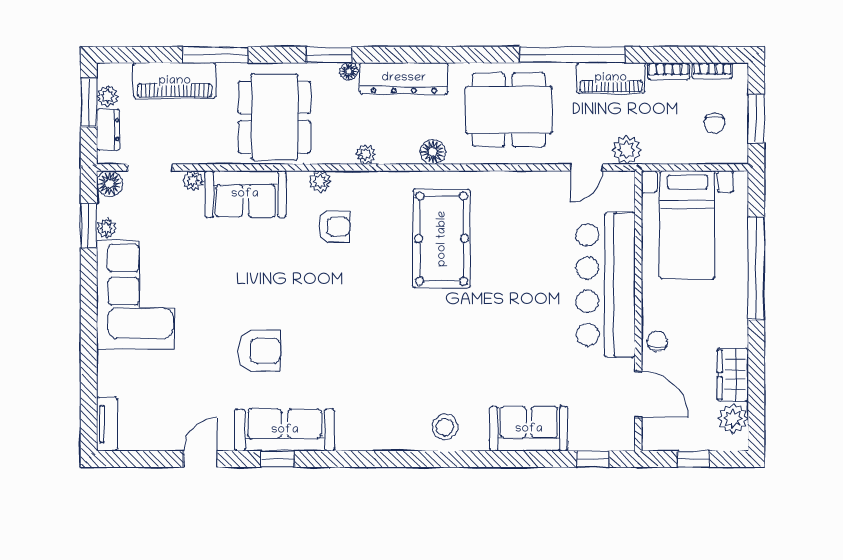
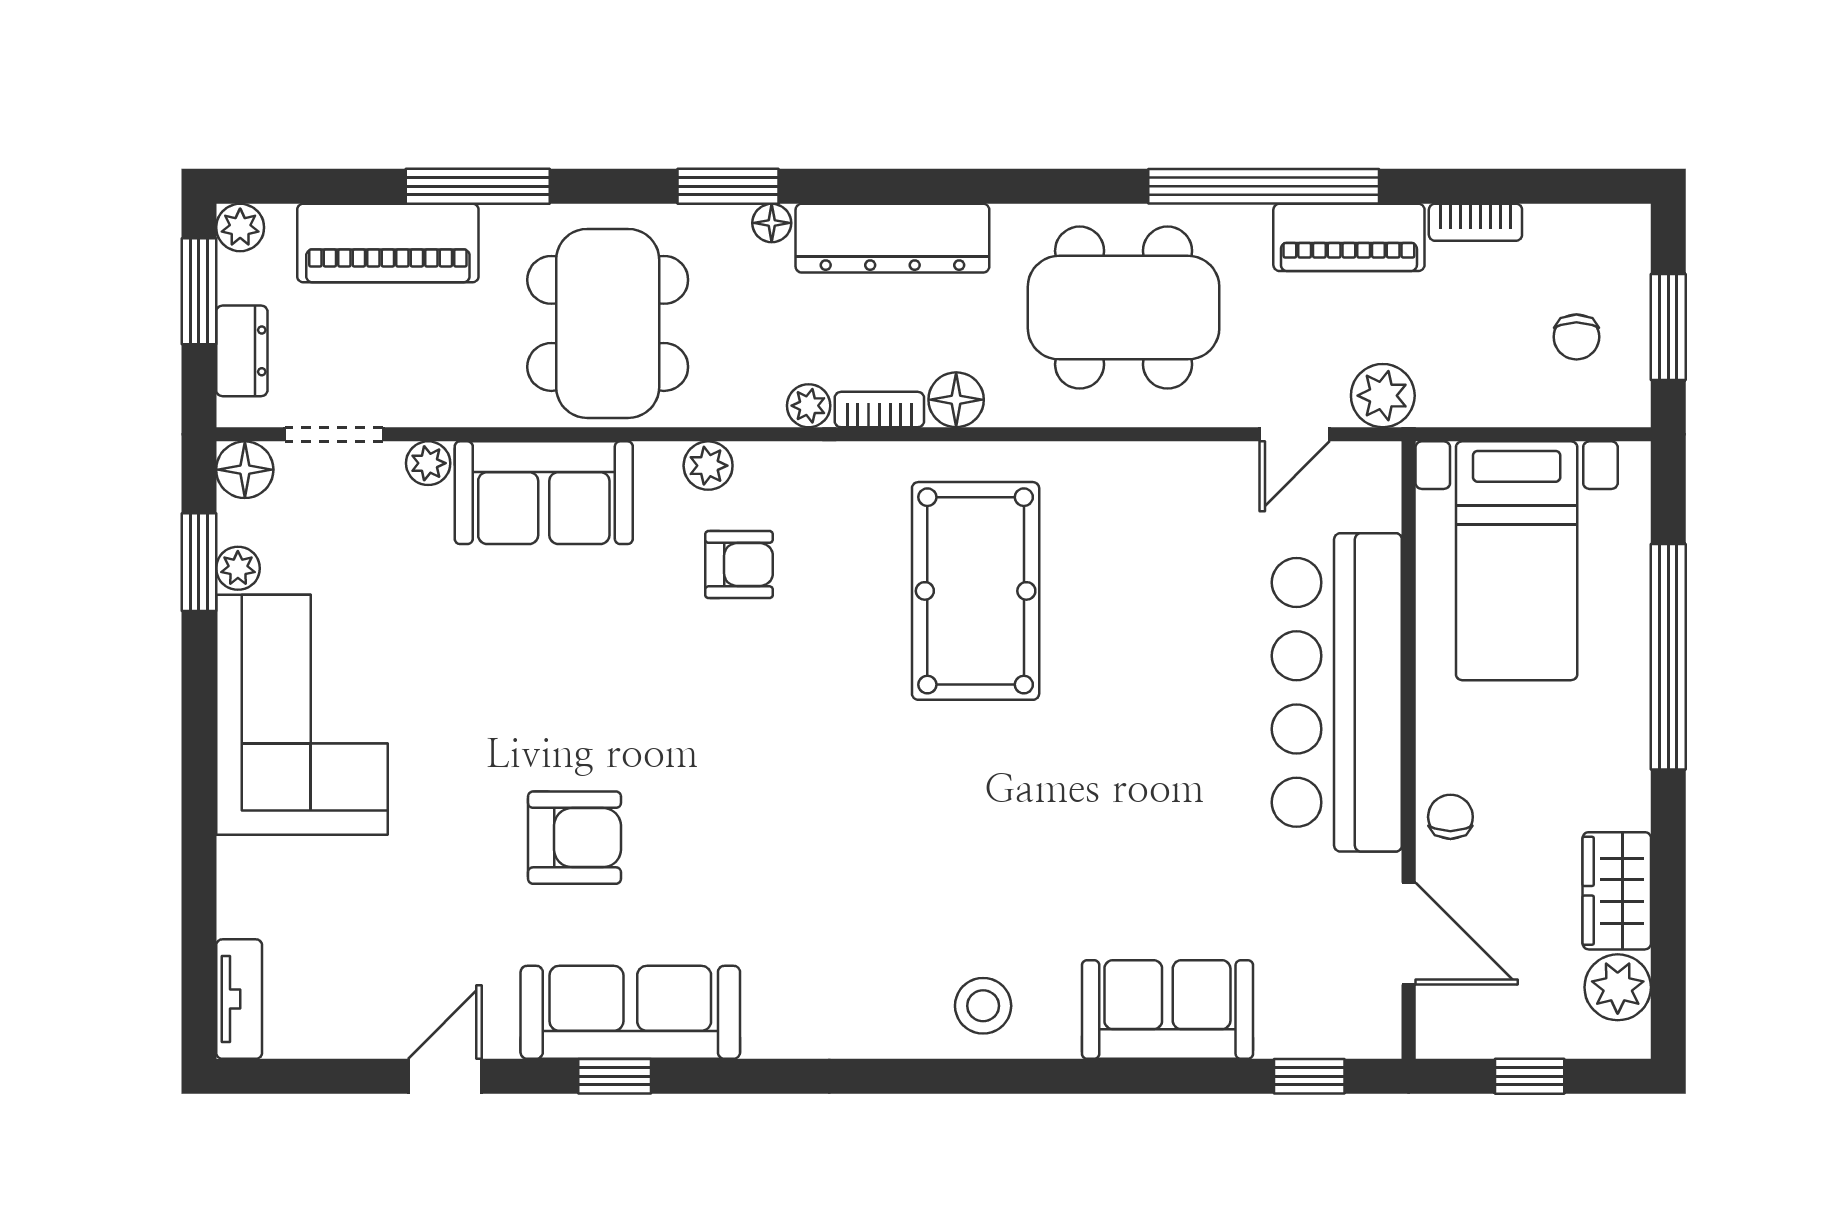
bookcase: (712, 71) -> (879, 410), moved, turned 180
plant: (107, 96) -> (240, 227), moved

